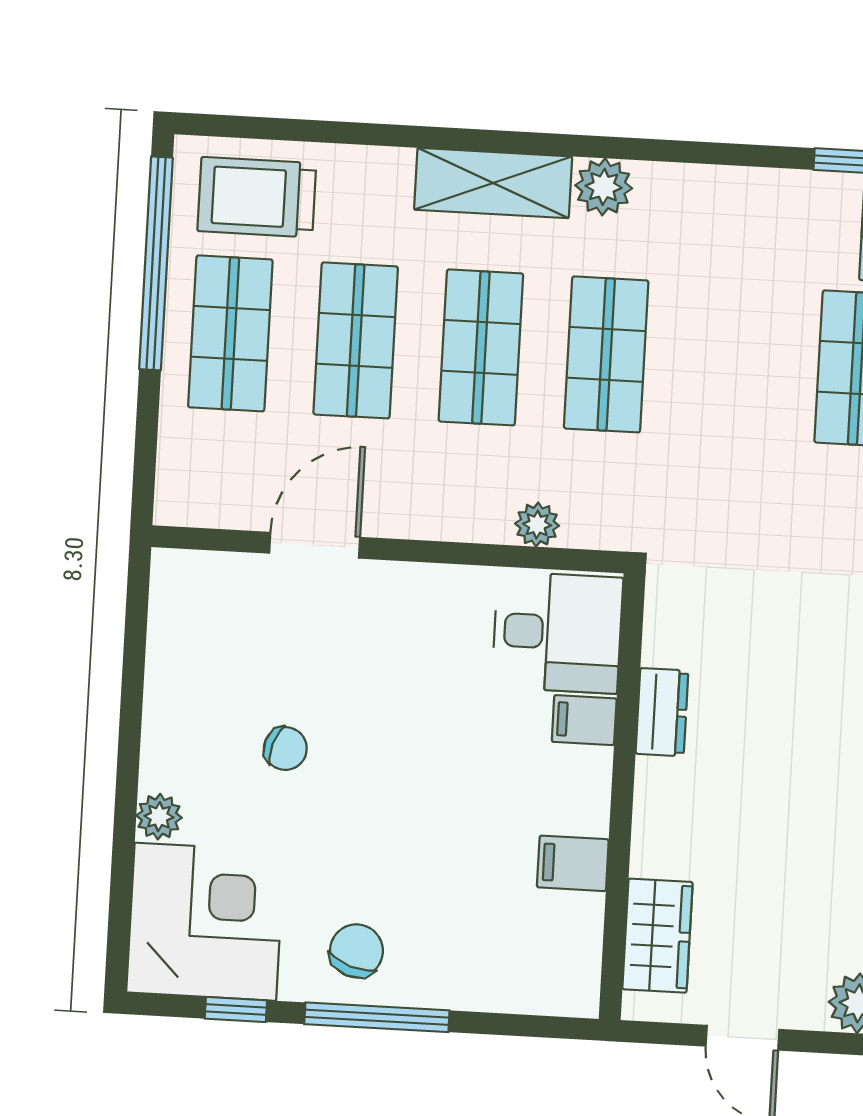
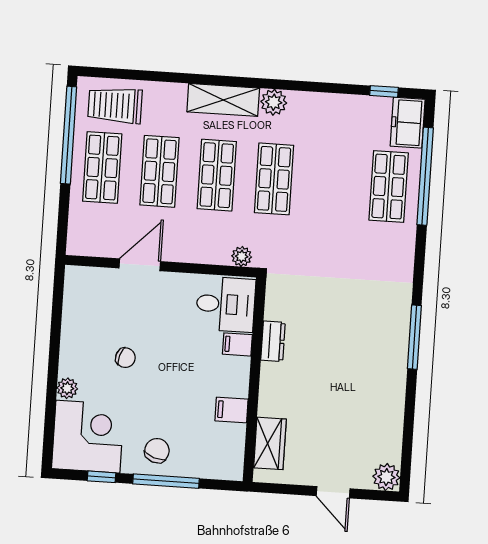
desk: (557, 632) -> (226, 304), moved
dresser: (662, 712) -> (273, 341), moved
filing cabinet: (584, 720) -> (237, 344), moved
wall: (622, 797) -> (254, 380), moved
filing cabinet: (573, 863) -> (232, 410), moved
wardrobe: (657, 936) -> (270, 443), moved

